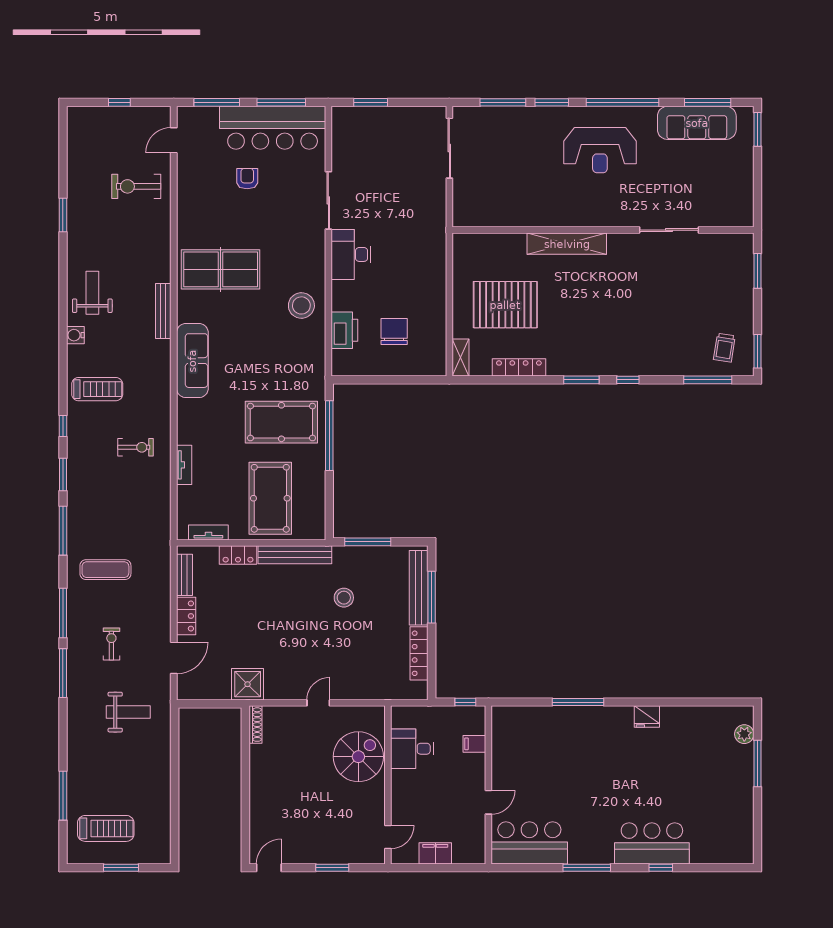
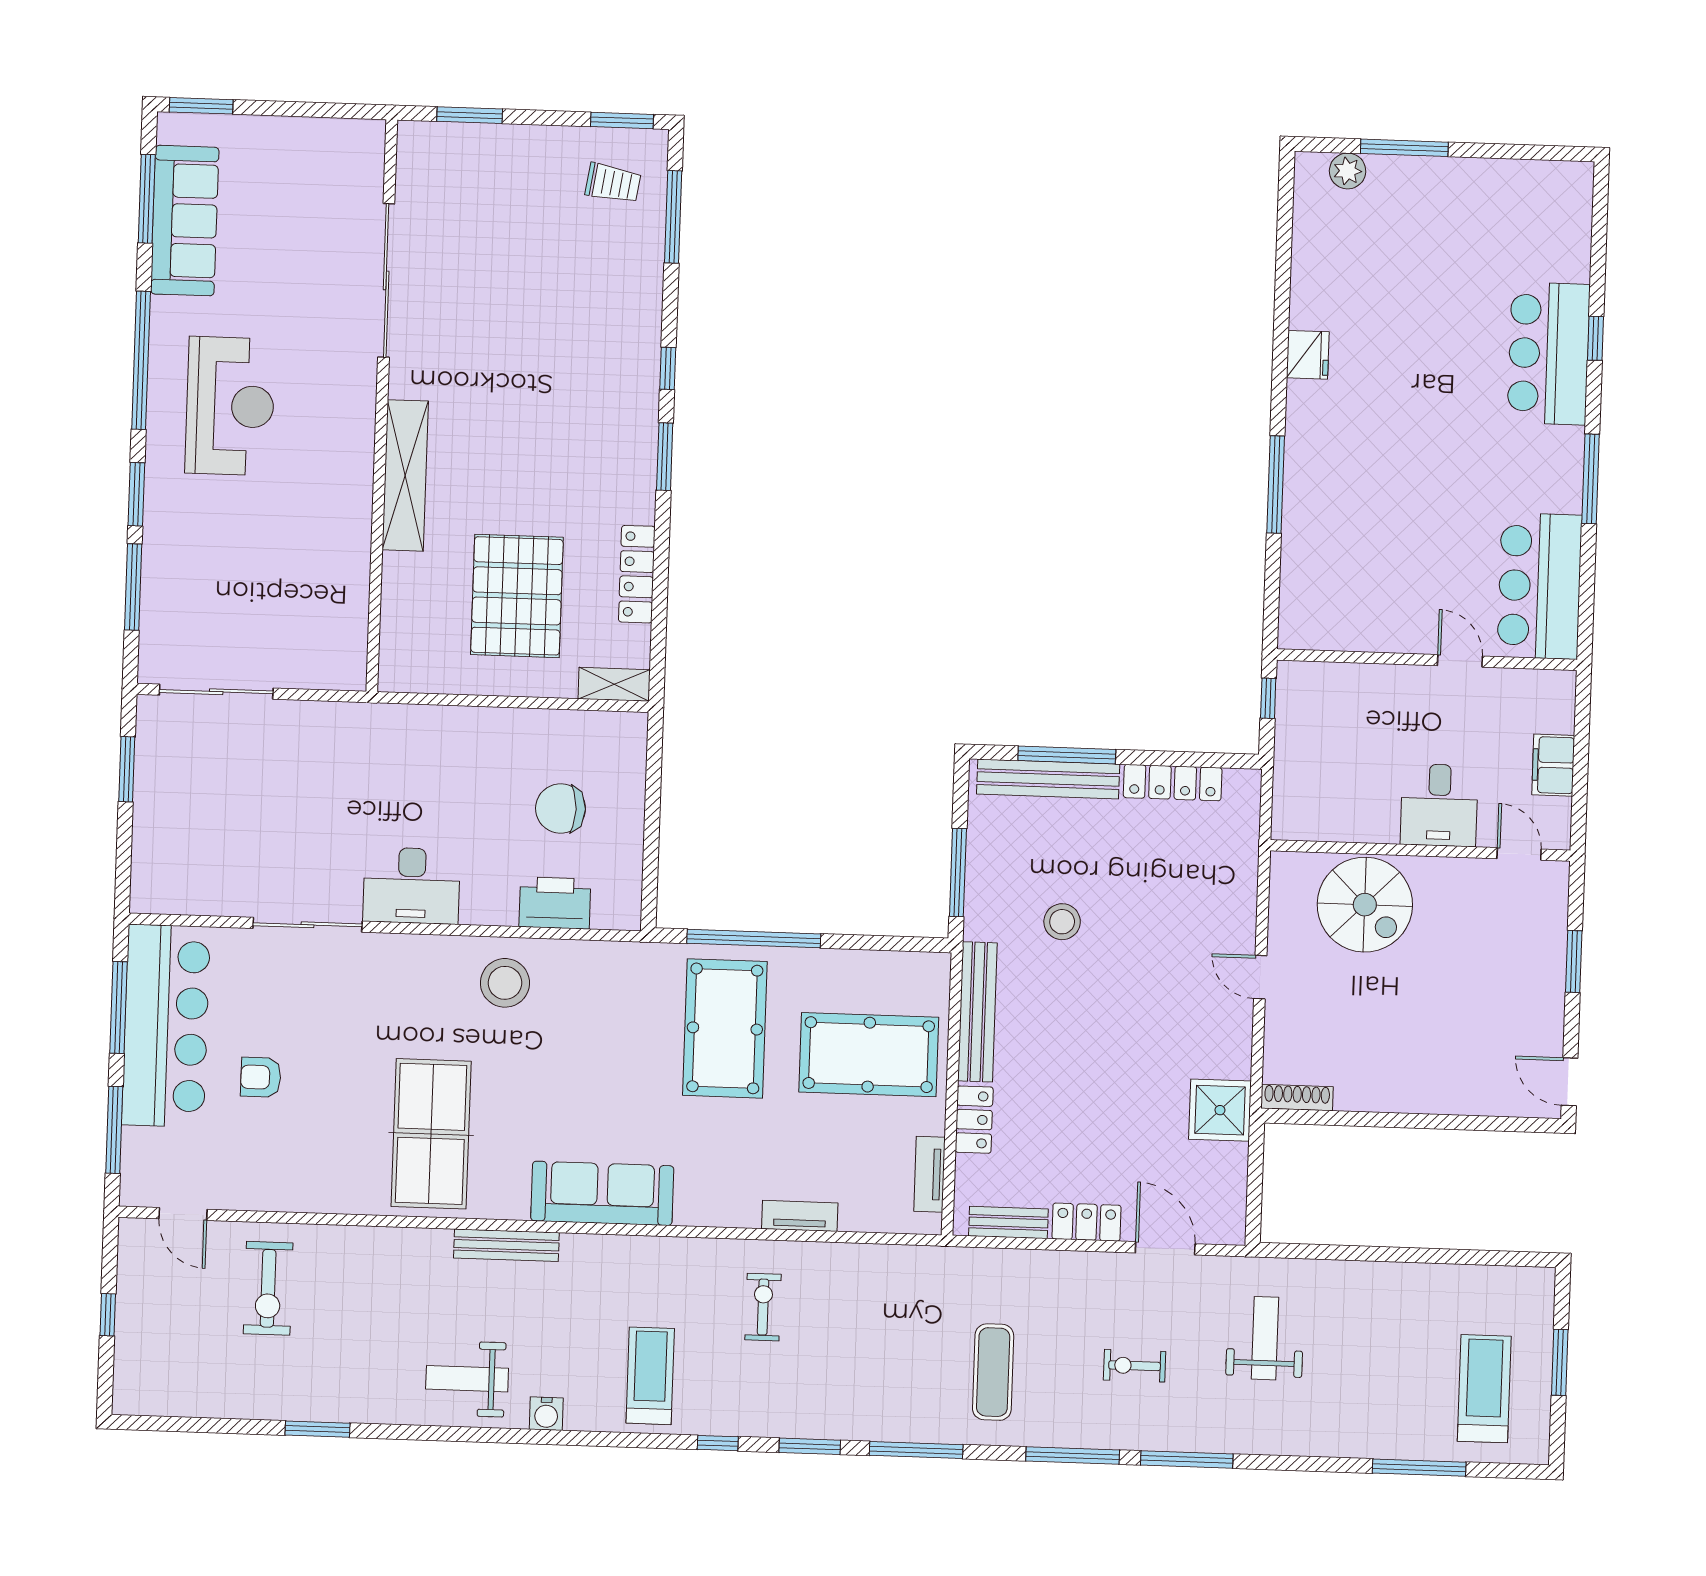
window: (371, 102) -> (127, 769), moved
sliding door: (669, 230) -> (386, 280), width x1.36
filing cabinet: (474, 744) -> (1348, 684), removed
desk: (412, 749) -> (1439, 805), moved
spiral stairs: (358, 757) -> (1365, 905), turned 180

